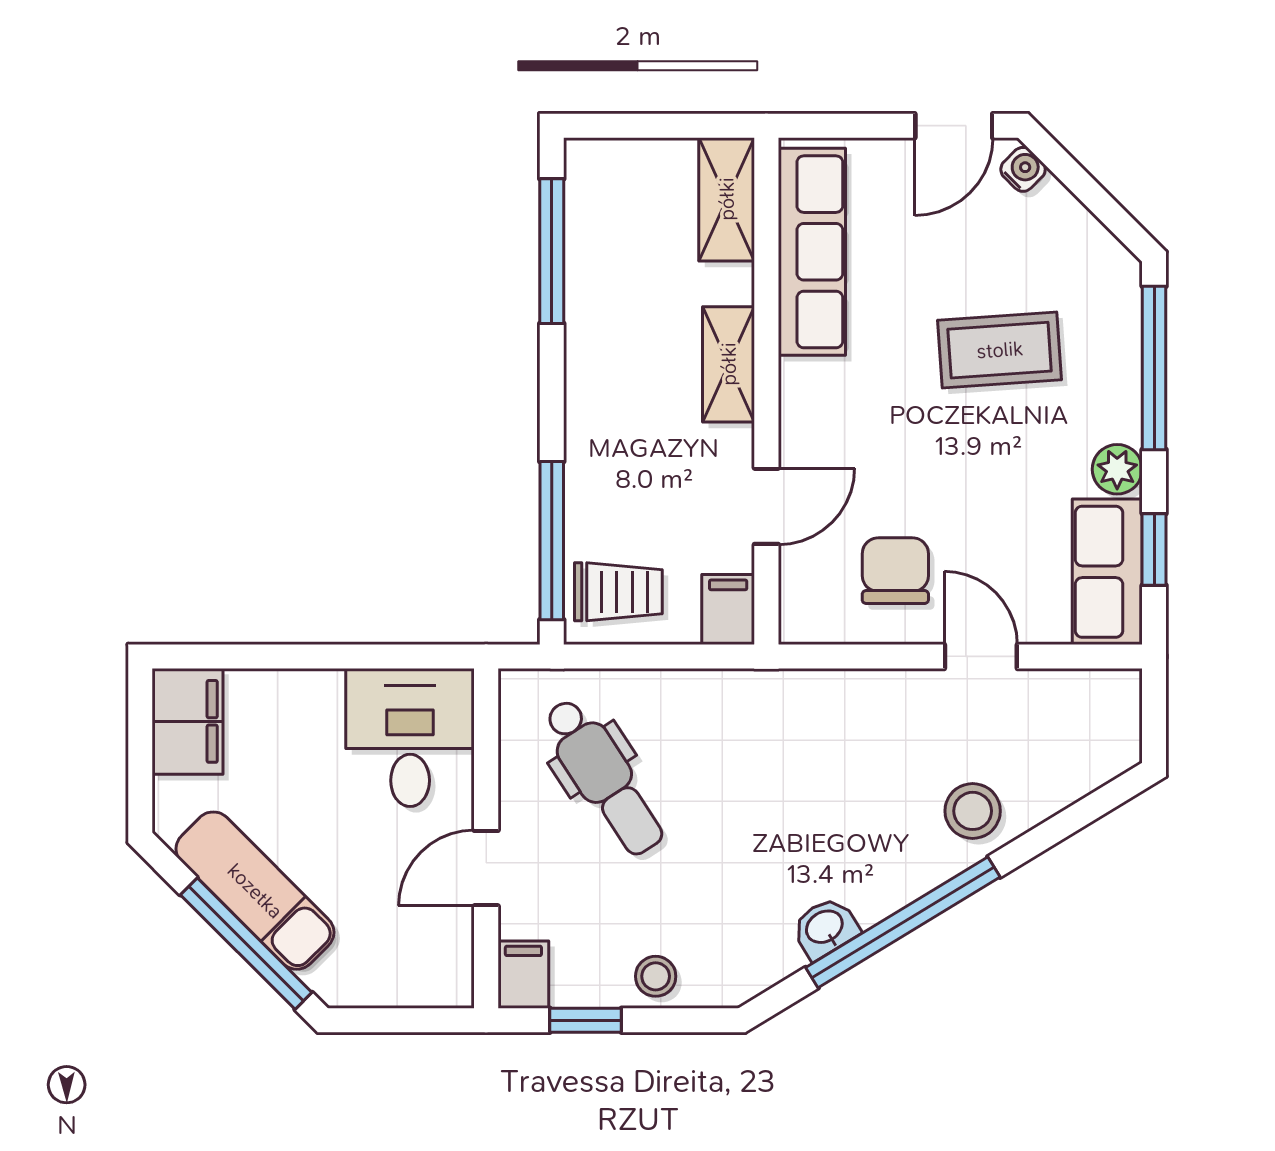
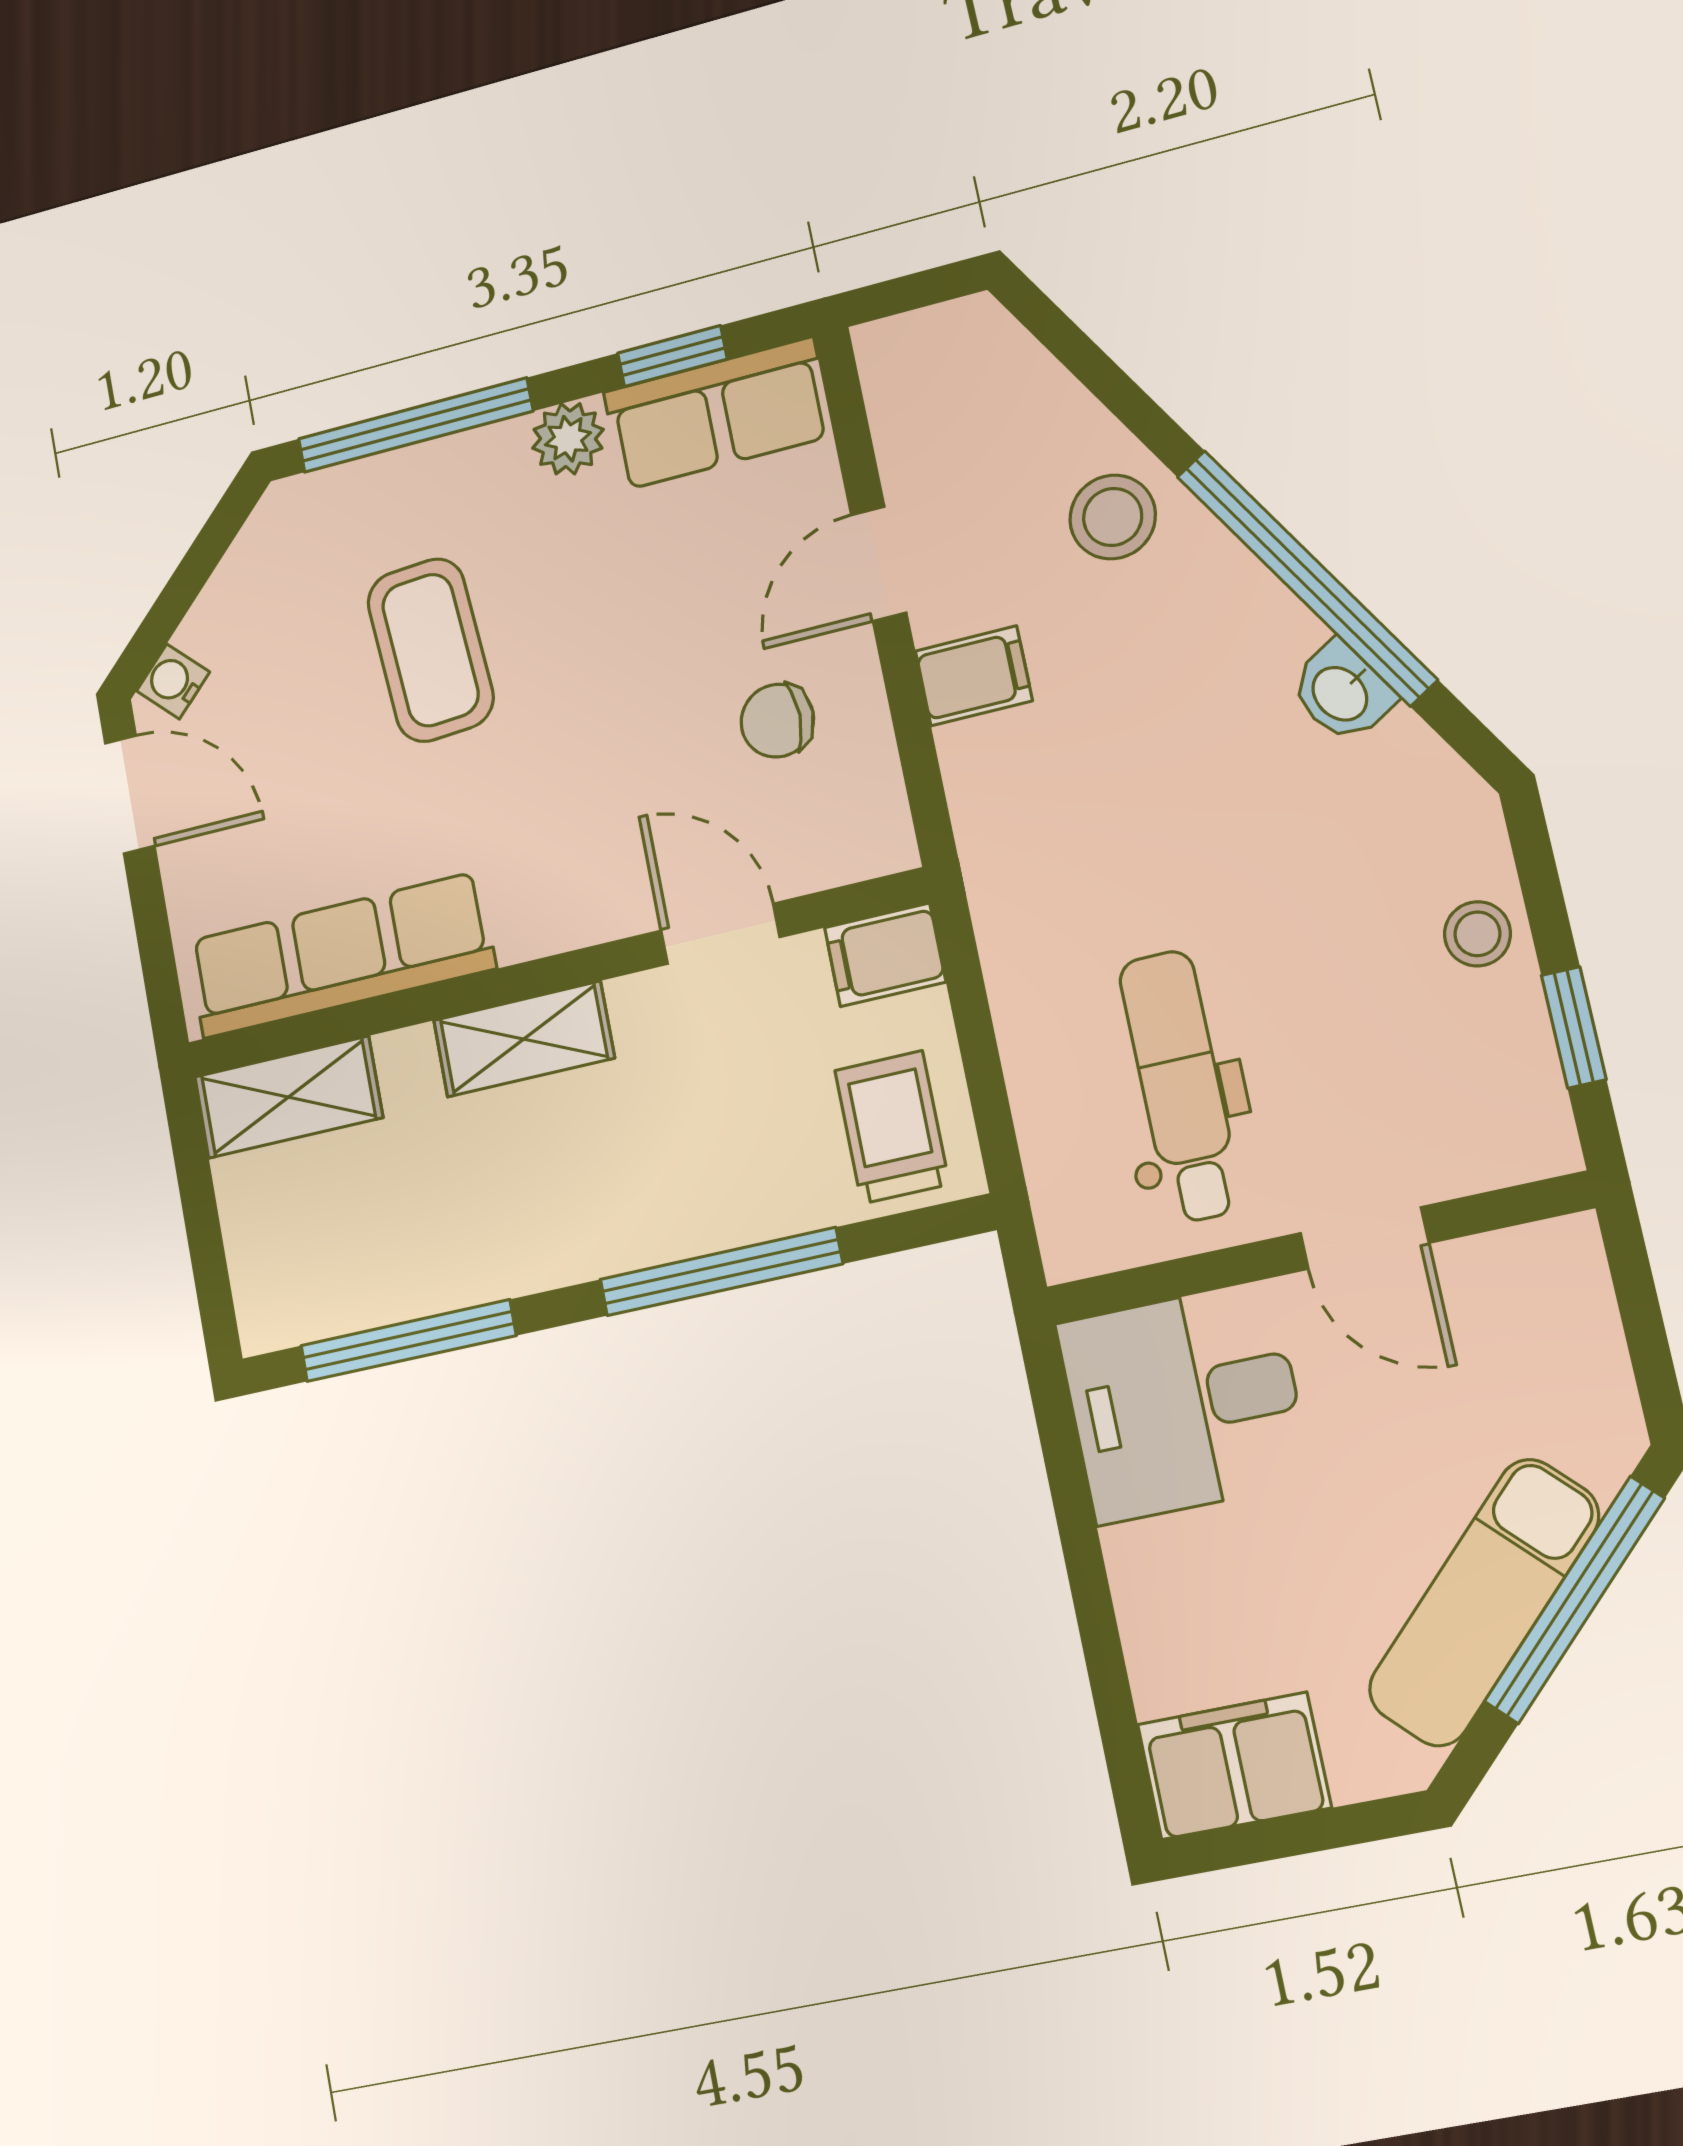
window: (552, 541) -> (721, 1272), moved
chair: (895, 571) -> (777, 721), width x0.73, depth x0.73
dental chair: (604, 777) -> (1181, 1086), turned -57
filing cabinet: (523, 975) -> (974, 676), moved, turned 180

